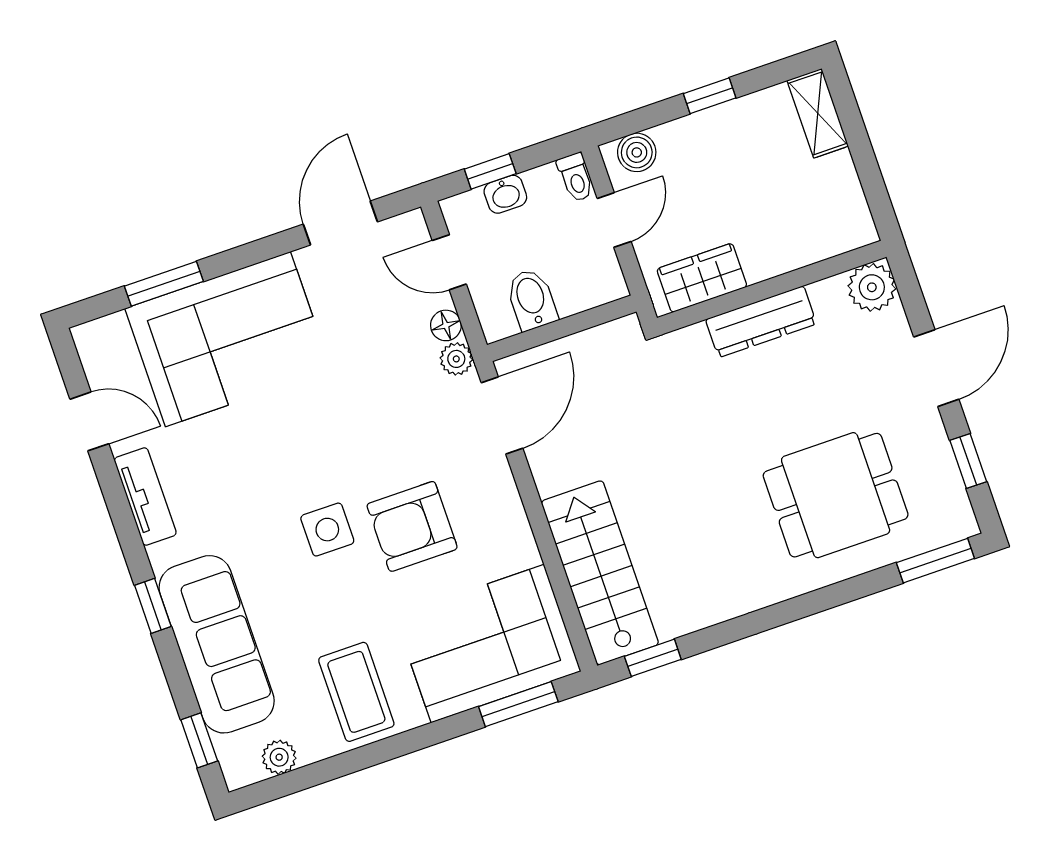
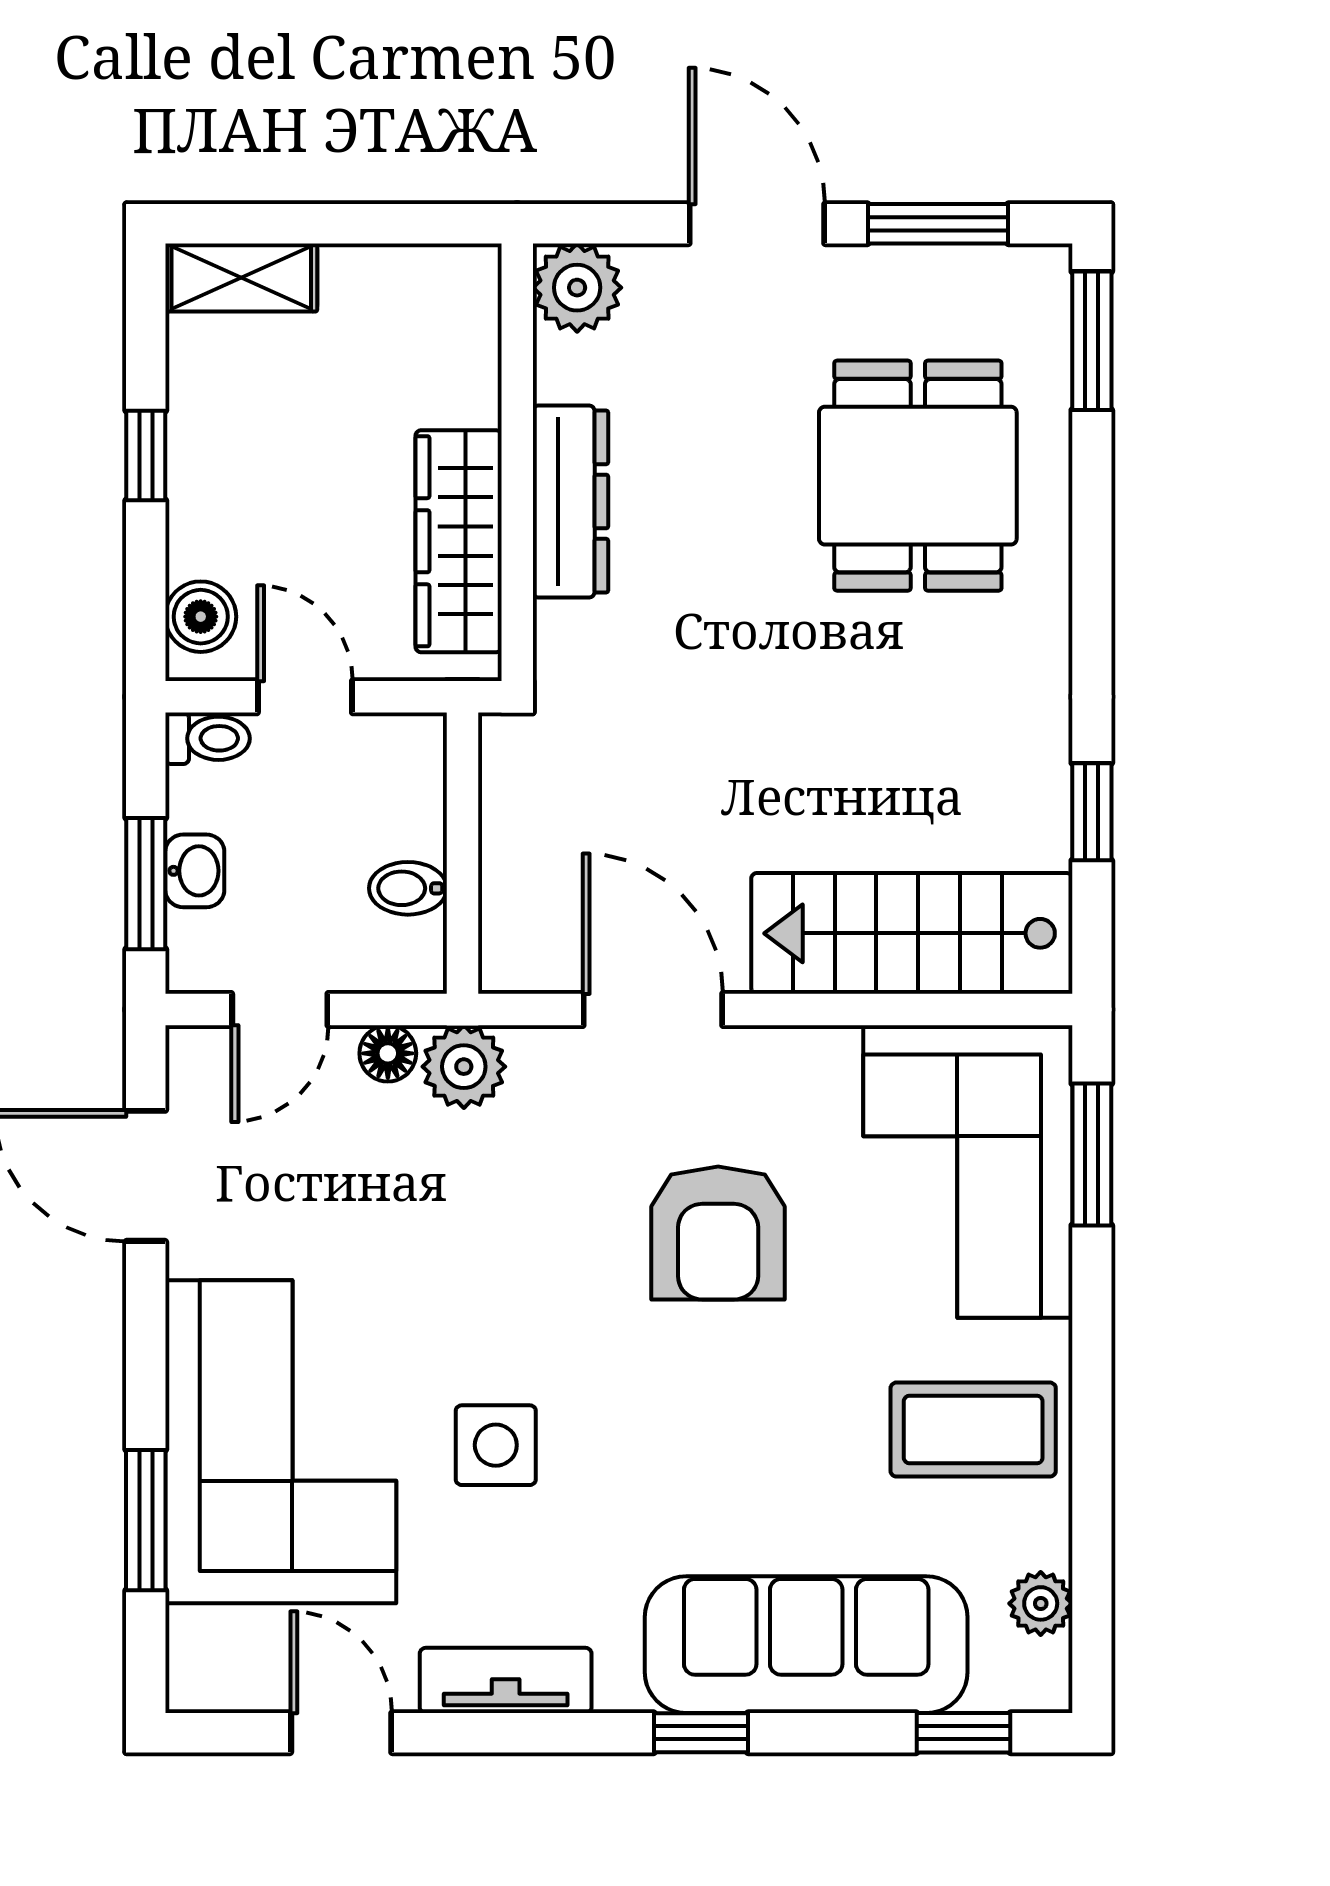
window: (490, 171) -> (146, 884), width x1.50
wardrobe: (702, 278) -> (459, 541), width x1.50
bidet: (532, 299) -> (408, 888), width x0.72, depth x0.74
plant: (456, 359) -> (464, 1067), width x1.38, depth x1.38
door: (502, 415) -> (653, 1010), moved
door: (89, 421) -> (341, 1733), hinge flipped
window: (968, 461) -> (938, 224), width x1.50
side table: (327, 530) -> (496, 1445), moved
window: (653, 658) -> (1092, 812), moved

